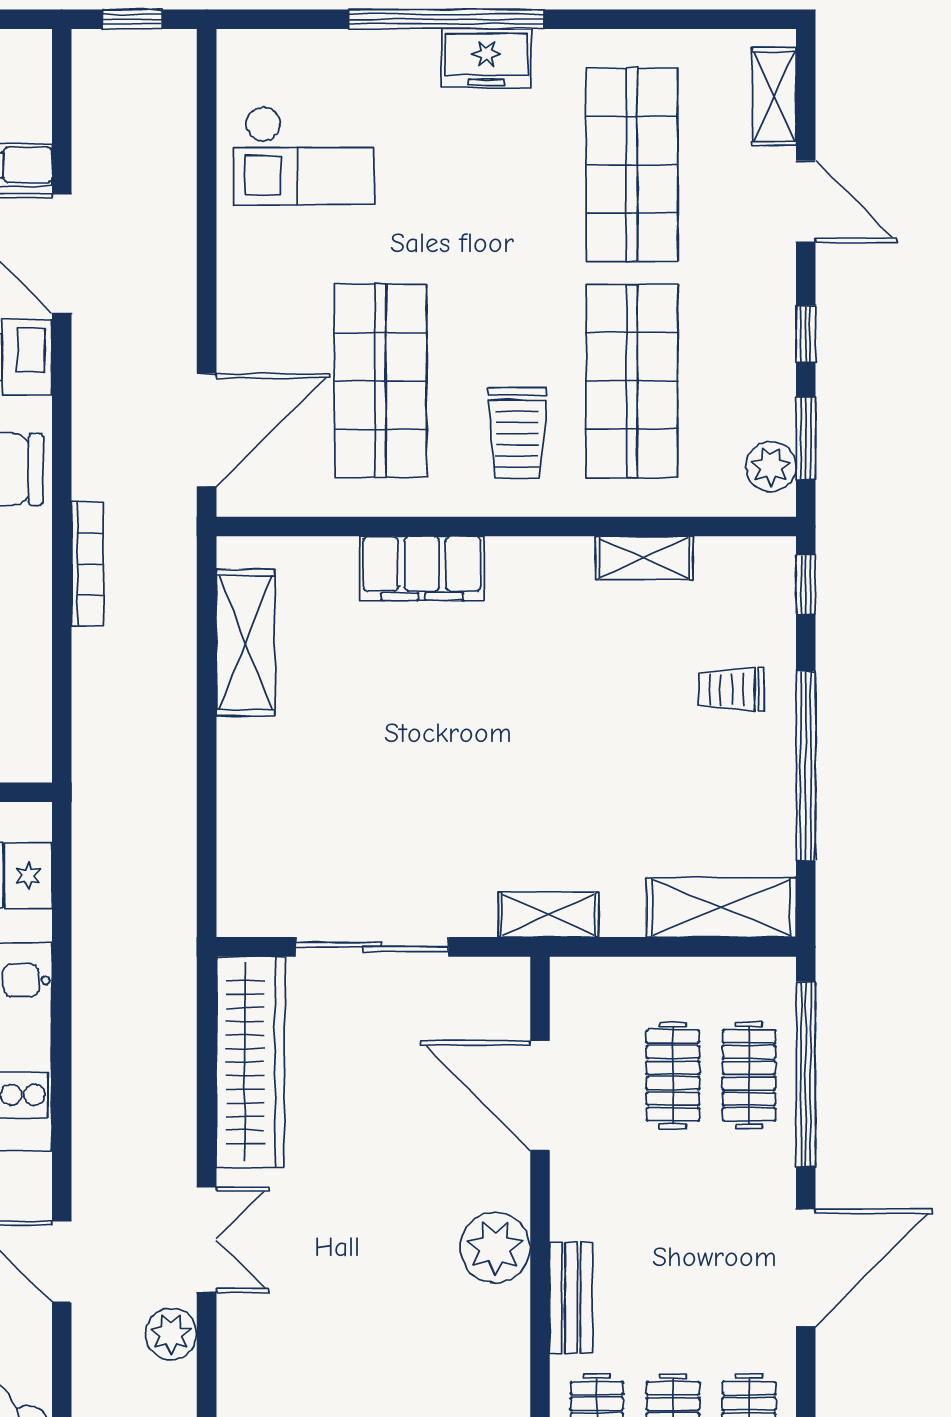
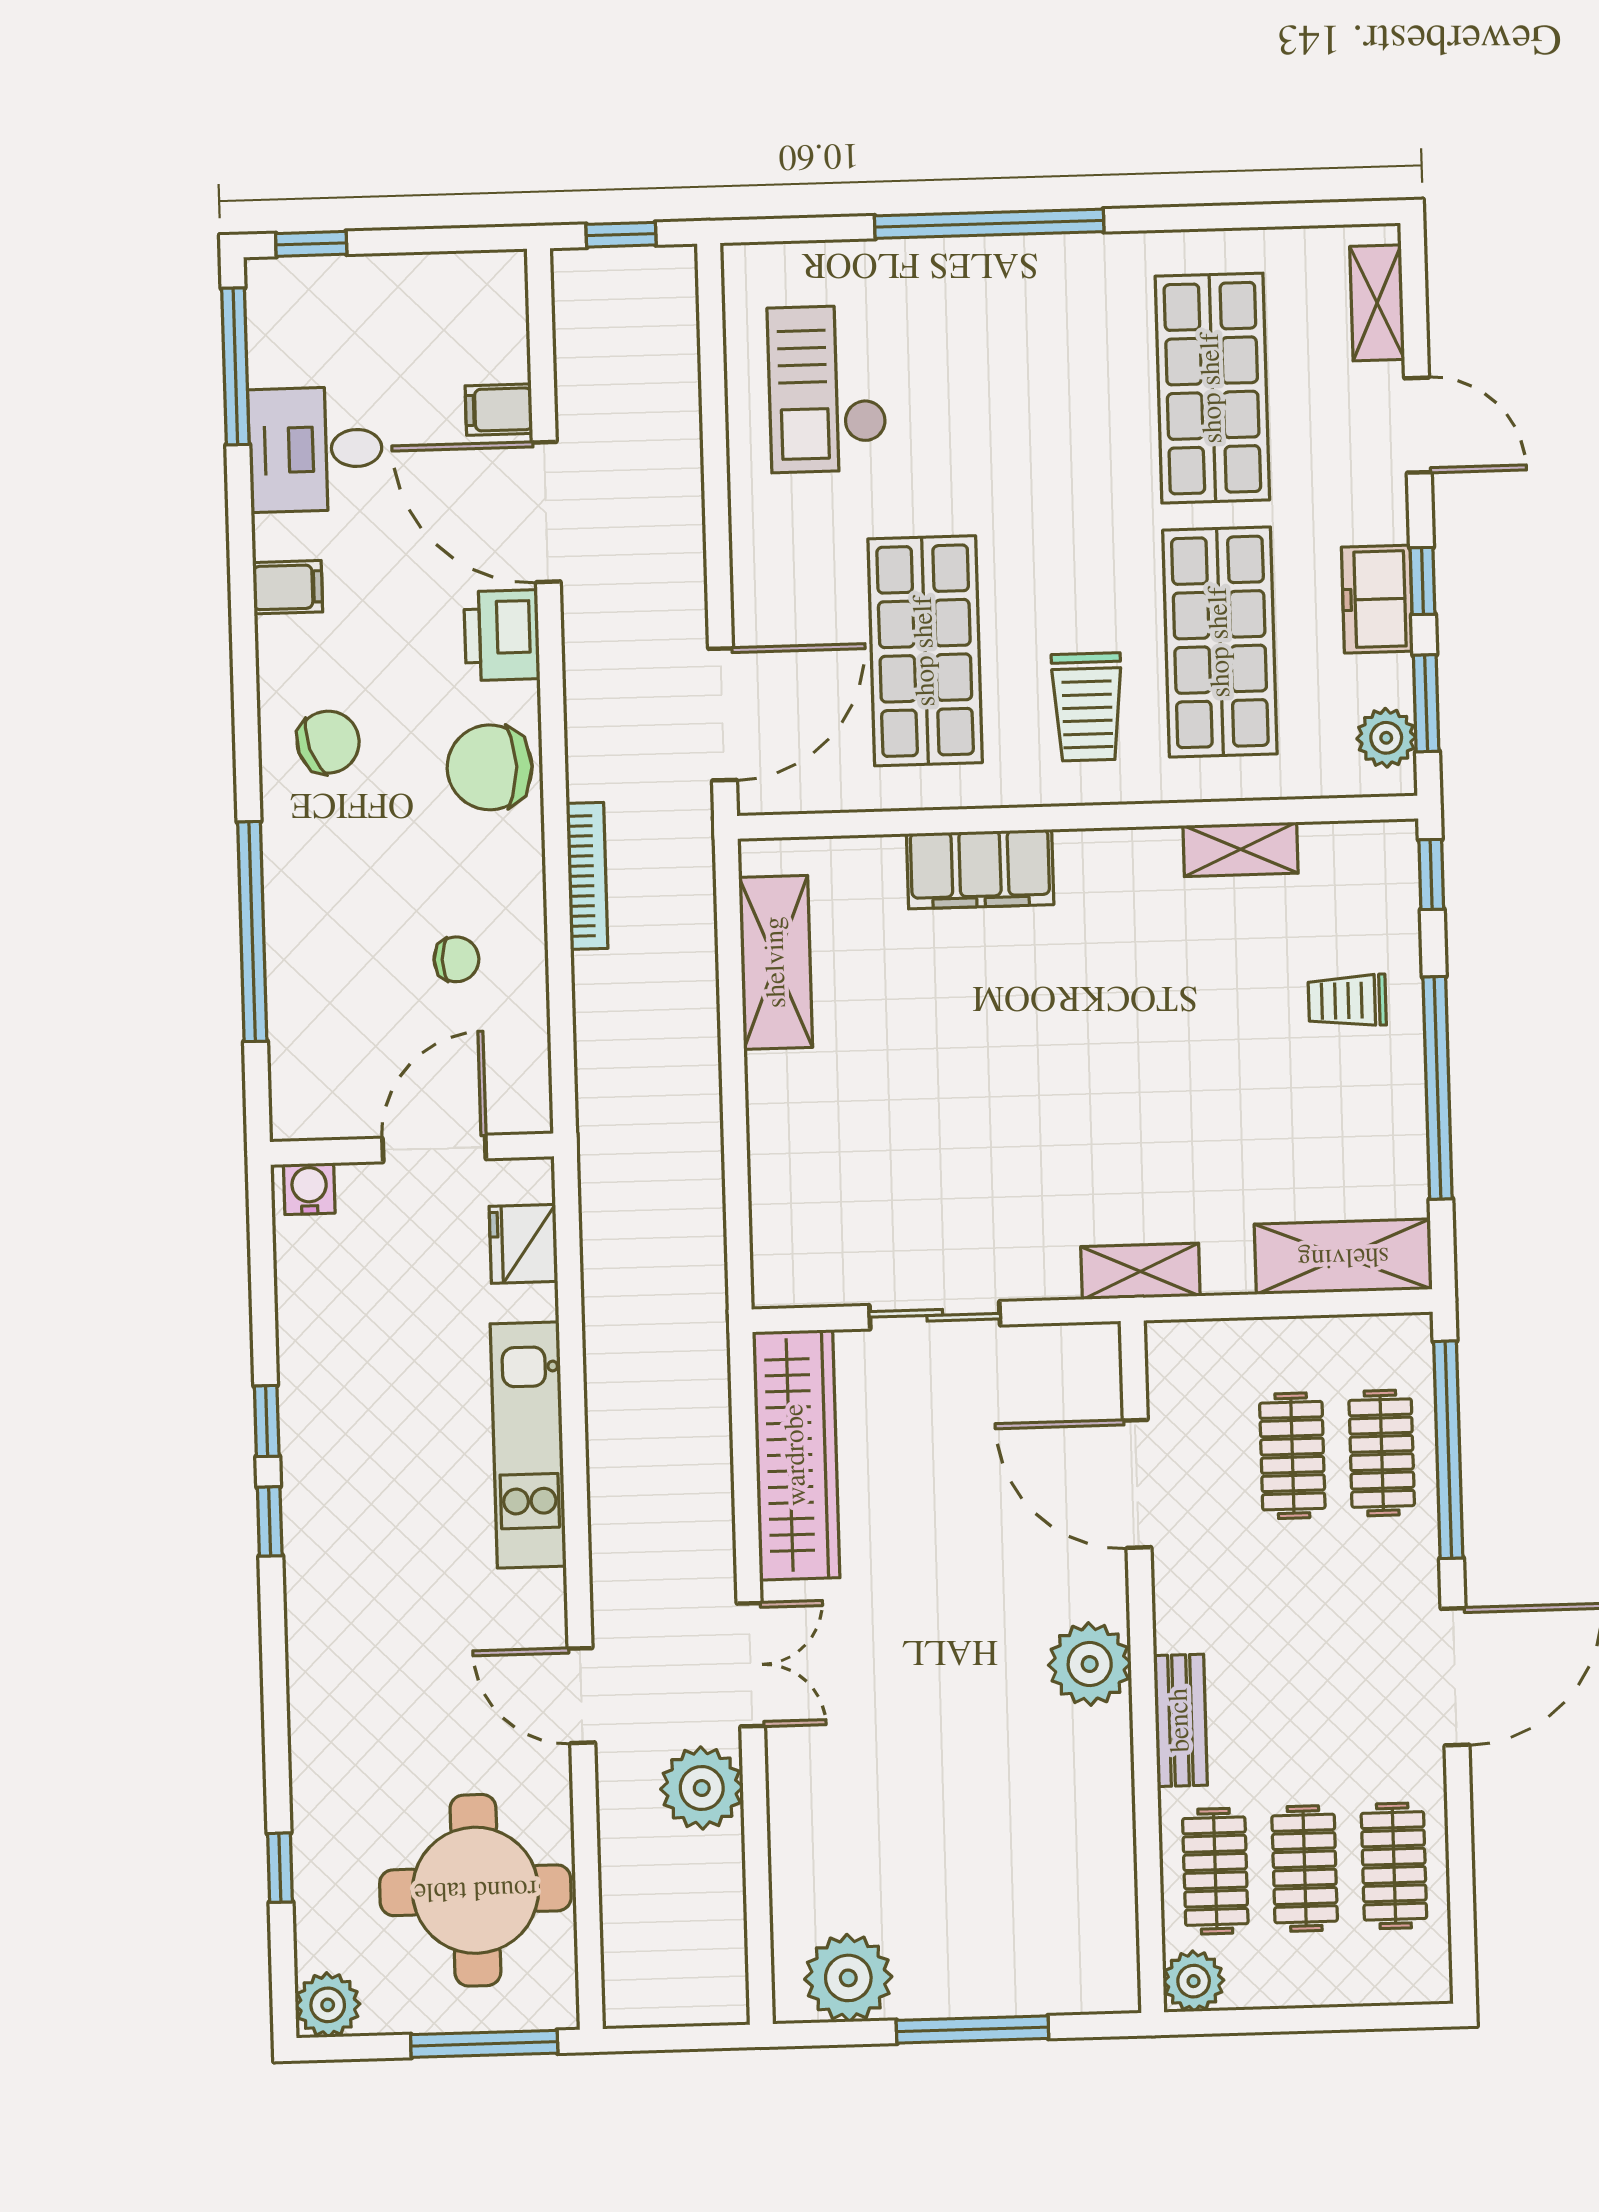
freezer: (486, 58) -> (1377, 599), moved, turned 90
checkout: (304, 156) -> (827, 389), turned 90
sliding door: (372, 947) -> (935, 1315), width x0.73
plant: (171, 1334) -> (702, 1788), width x1.36, depth x1.36

